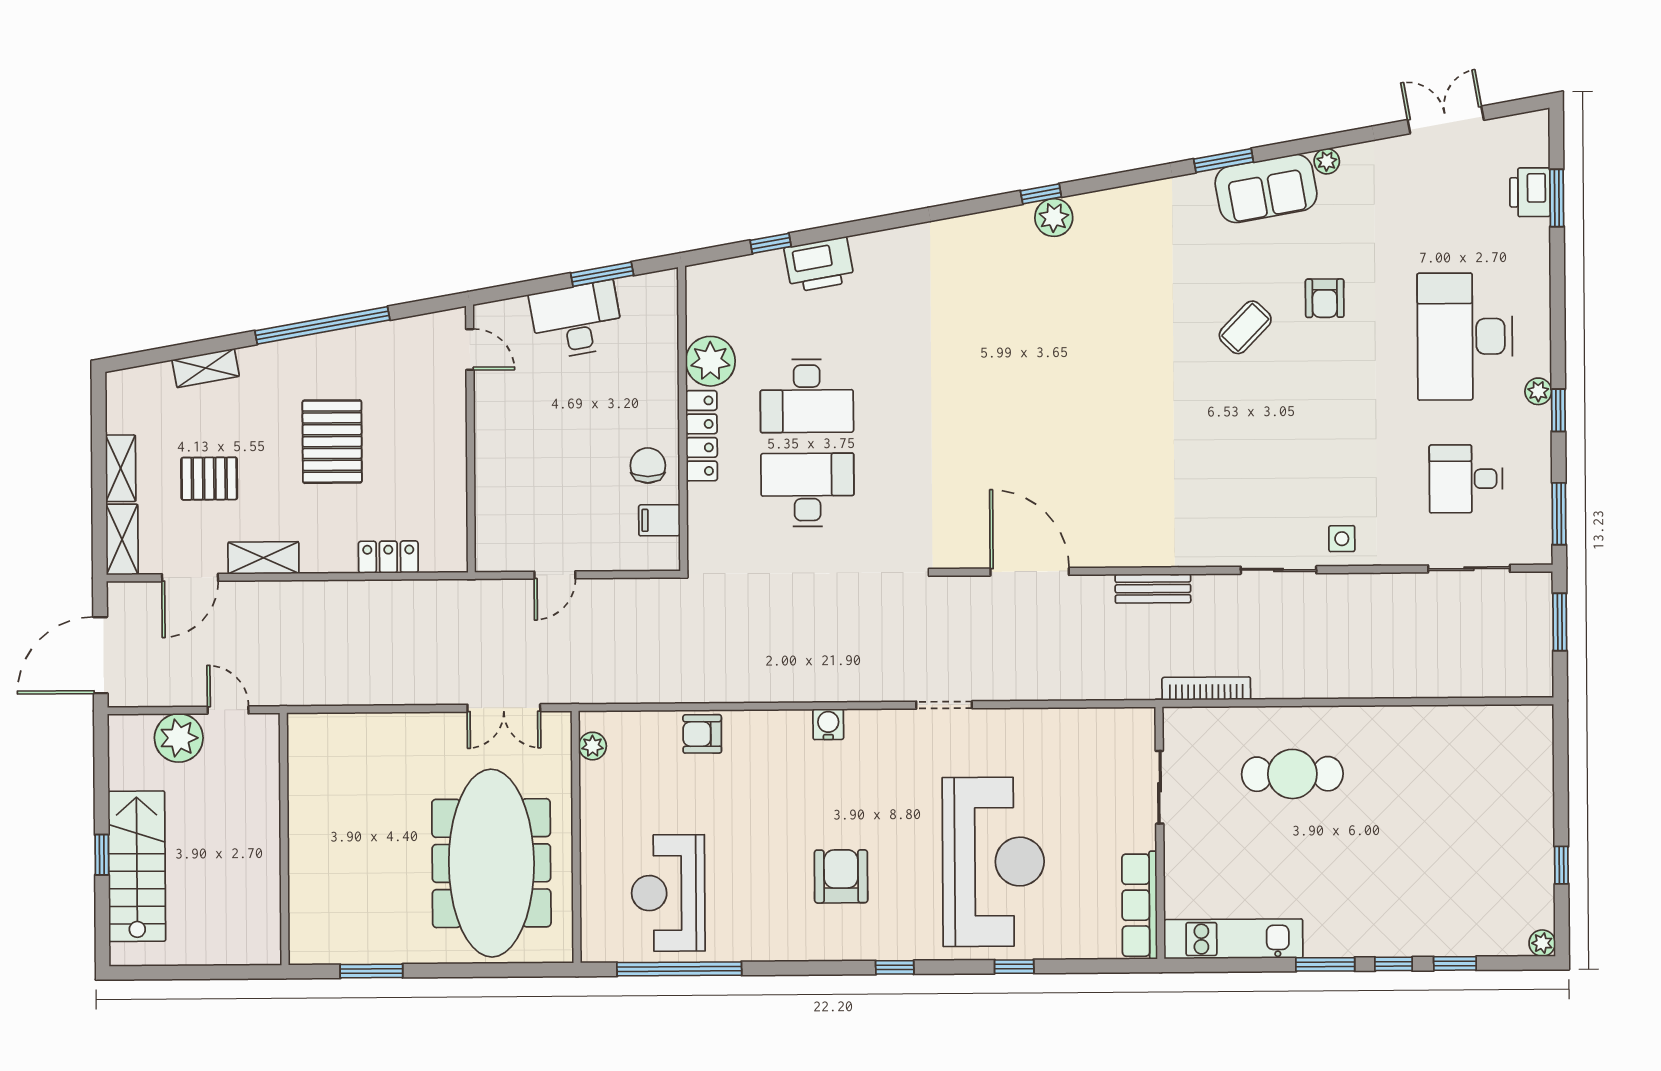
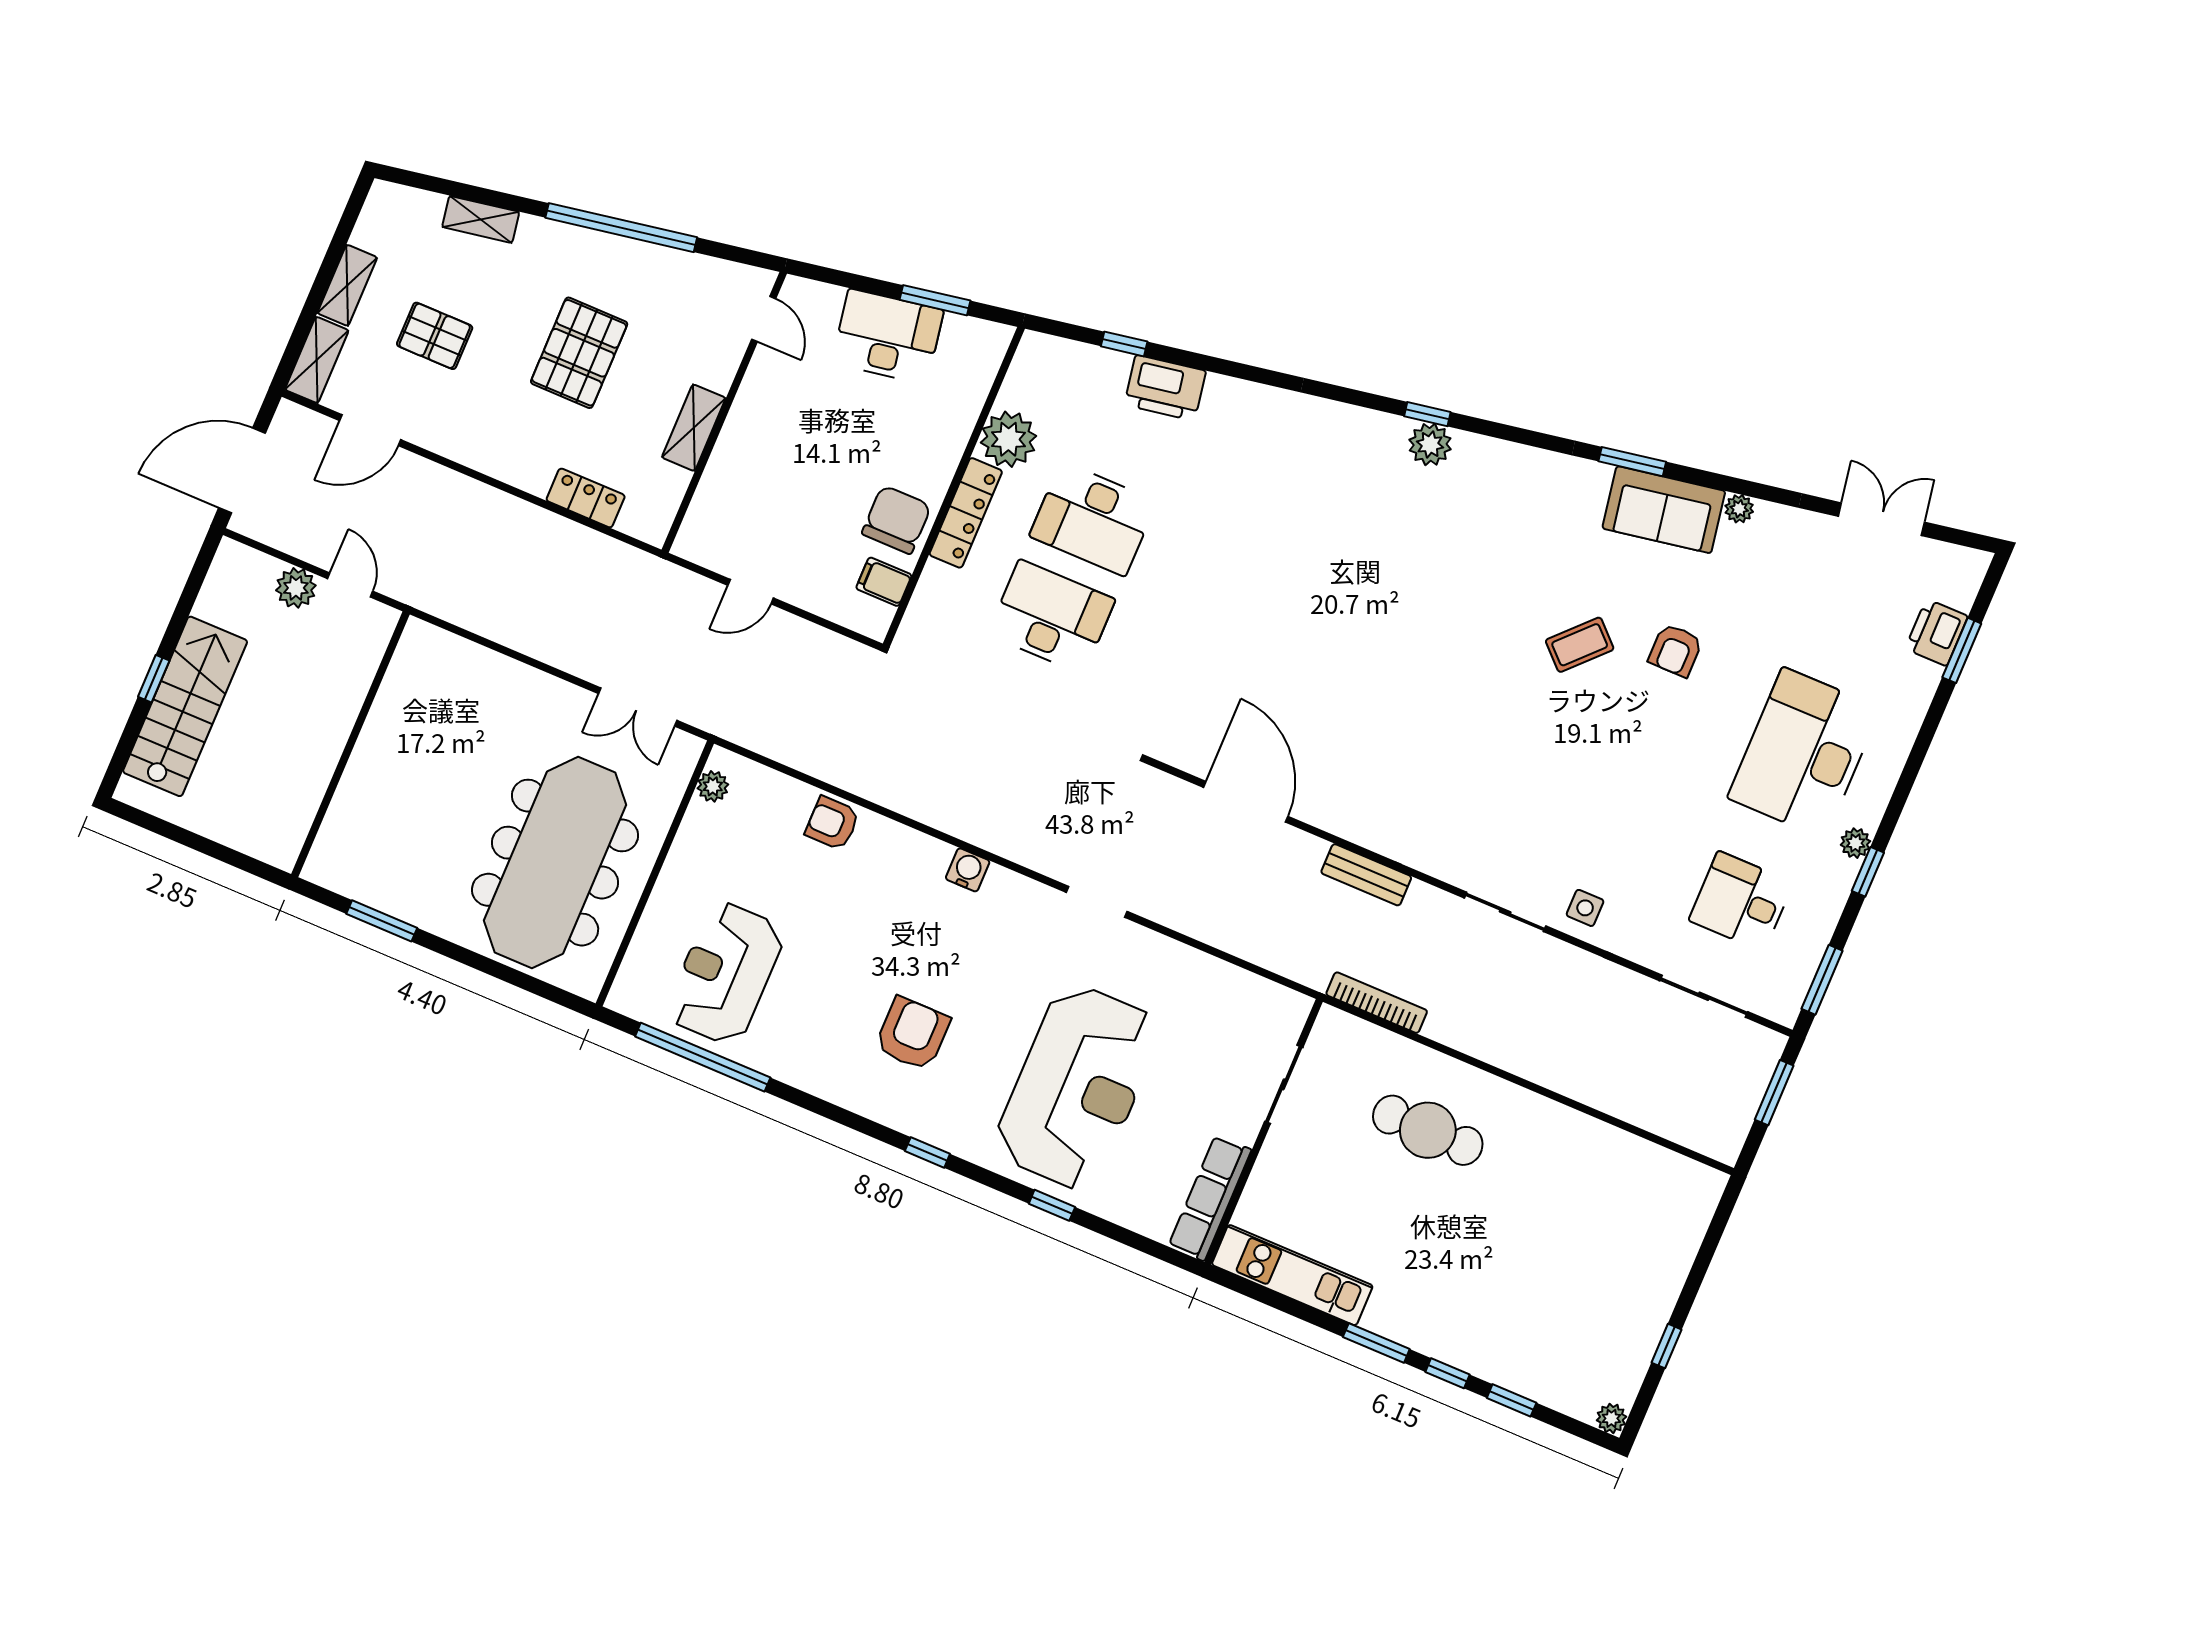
chair: (648, 465) -> (897, 520), width x1.37, depth x1.37
shelving: (263, 558) -> (694, 428), moved, turned 90
plant: (179, 738) -> (296, 588), width x0.73, depth x0.73

